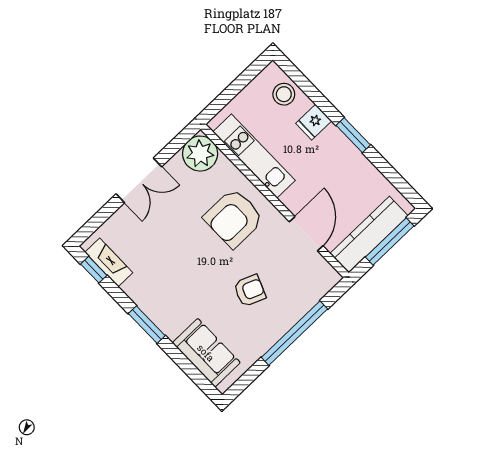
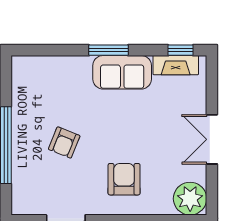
armchair: (234, 218) -> (124, 179), width x0.73, depth x0.73
sofa: (206, 353) -> (122, 72), moved

